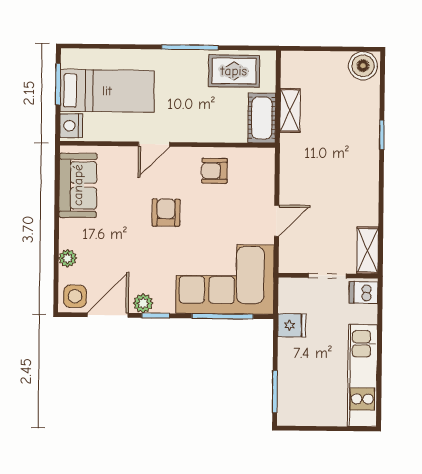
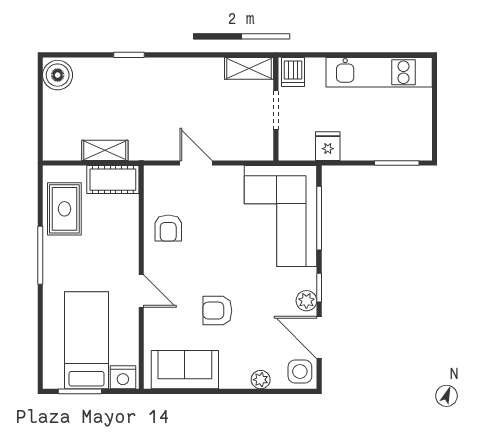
armchair: (166, 213) -> (217, 311), moved
door: (277, 221) -> (196, 163), moved

